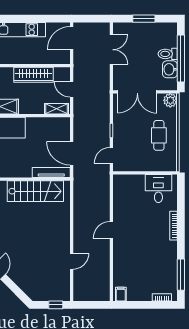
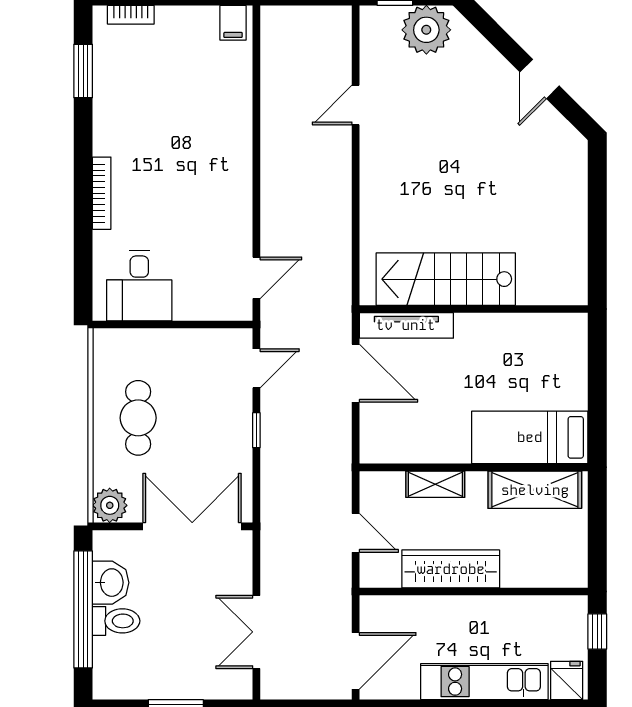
shelving: (56, 109) -> (435, 484), moved
door: (111, 230) -> (256, 278), moved
window: (181, 275) -> (83, 71), width x0.69
plant: (43, 291) -> (426, 30), added

